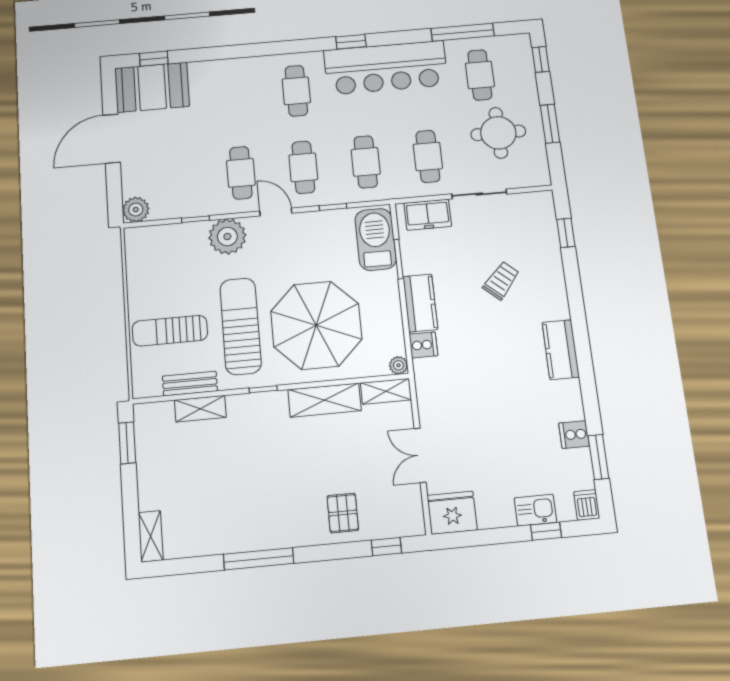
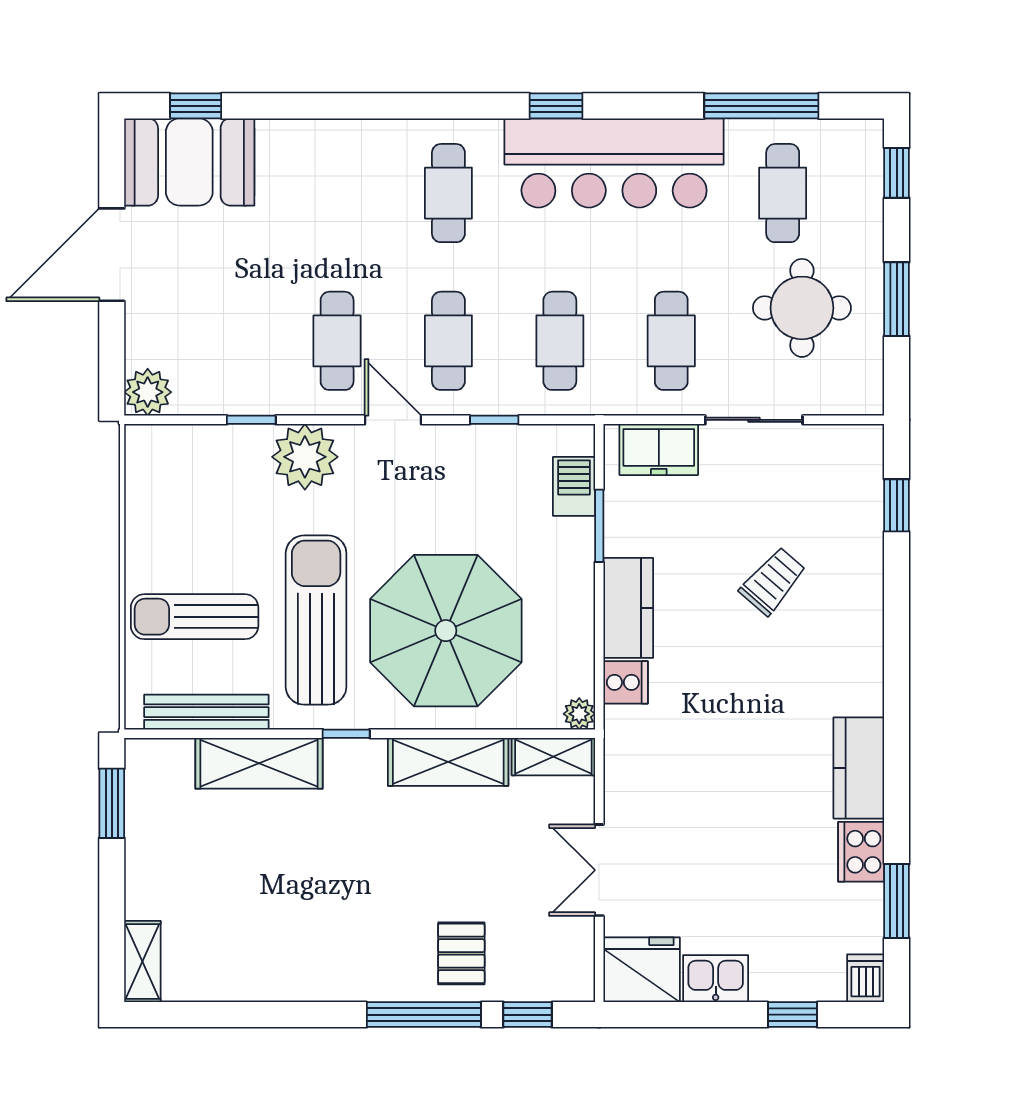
barbecue: (376, 239) -> (574, 486), width x0.53, depth x0.65
kitchen counter: (561, 350) -> (859, 768), moved
bench: (190, 384) -> (206, 712), width x1.36
shelving: (200, 409) -> (259, 763), width x1.50, depth x1.33
cooker: (574, 435) -> (861, 852), width x1.36
kitchen sink: (535, 510) -> (716, 979), moved
window: (259, 559) -> (424, 1015), moved

